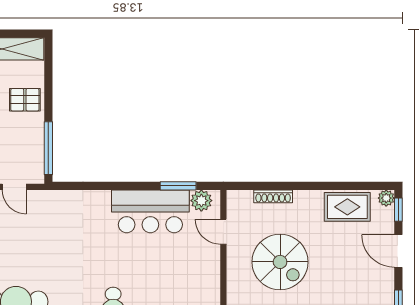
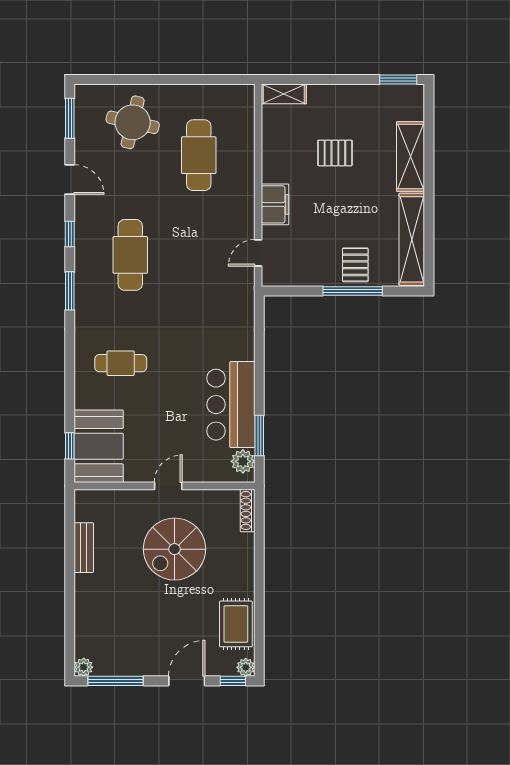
window: (48, 148) -> (353, 291), moved
shoe rack: (273, 196) -> (248, 511), moved
door: (223, 232) -> (168, 486), moved

